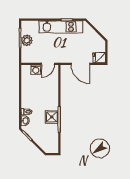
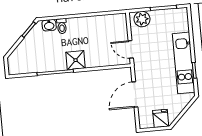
plant: (27, 40) -> (142, 19), moved
fridge: (99, 58) -> (161, 118), moved
washing machine: (36, 70) -> (121, 34), removed
shower: (52, 117) -> (76, 60), moved

